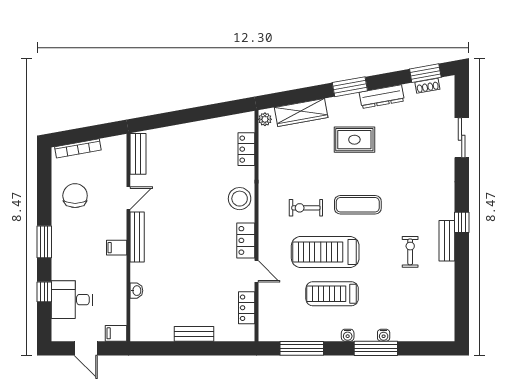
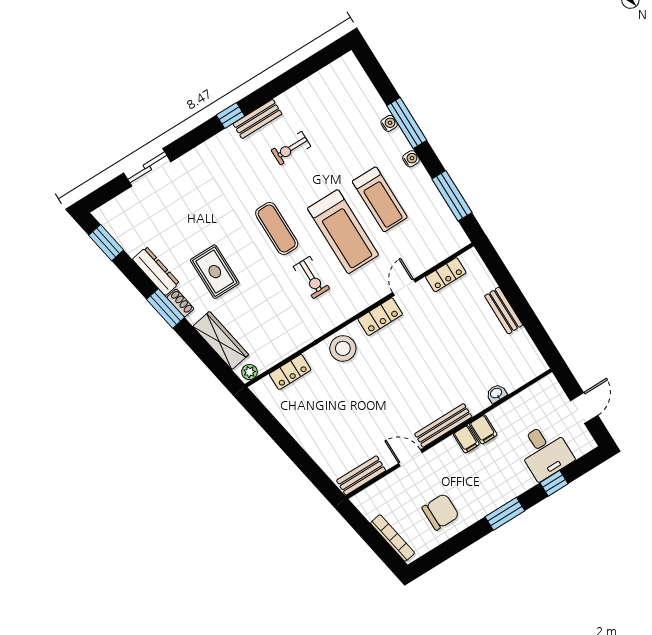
shoe rack: (427, 86) -> (180, 303), moved
chair: (75, 196) -> (441, 512), turned 180
filing cabinet: (116, 333) -> (483, 429), moved

